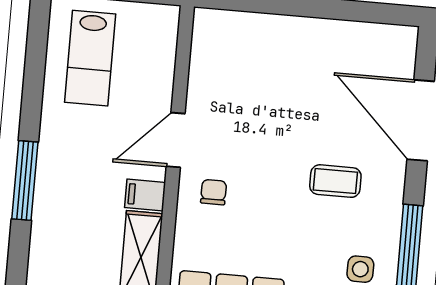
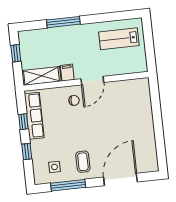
door: (176, 140) -> (92, 81), swing flipped
coffee table: (335, 181) -> (83, 162), moved

